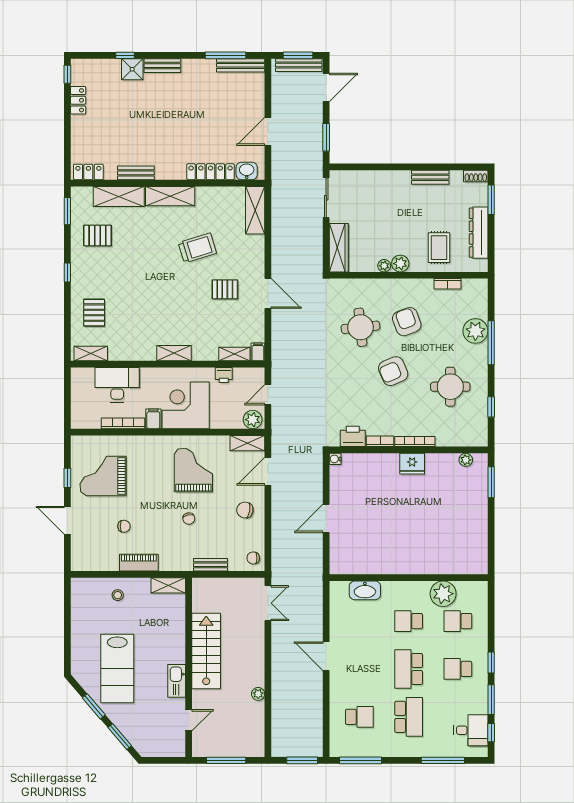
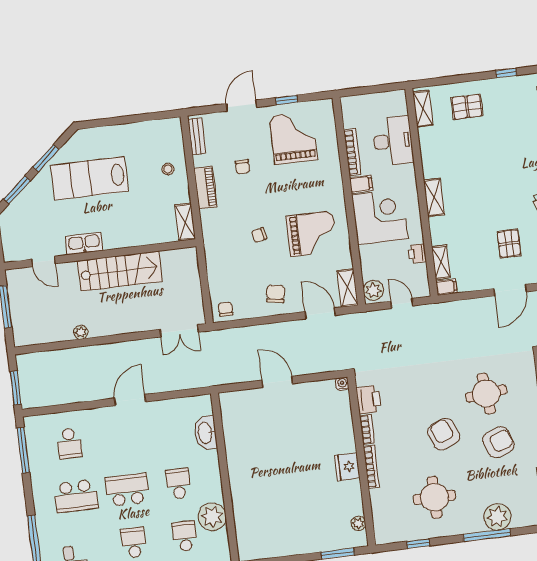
bench: (210, 565) -> (197, 136), moved

